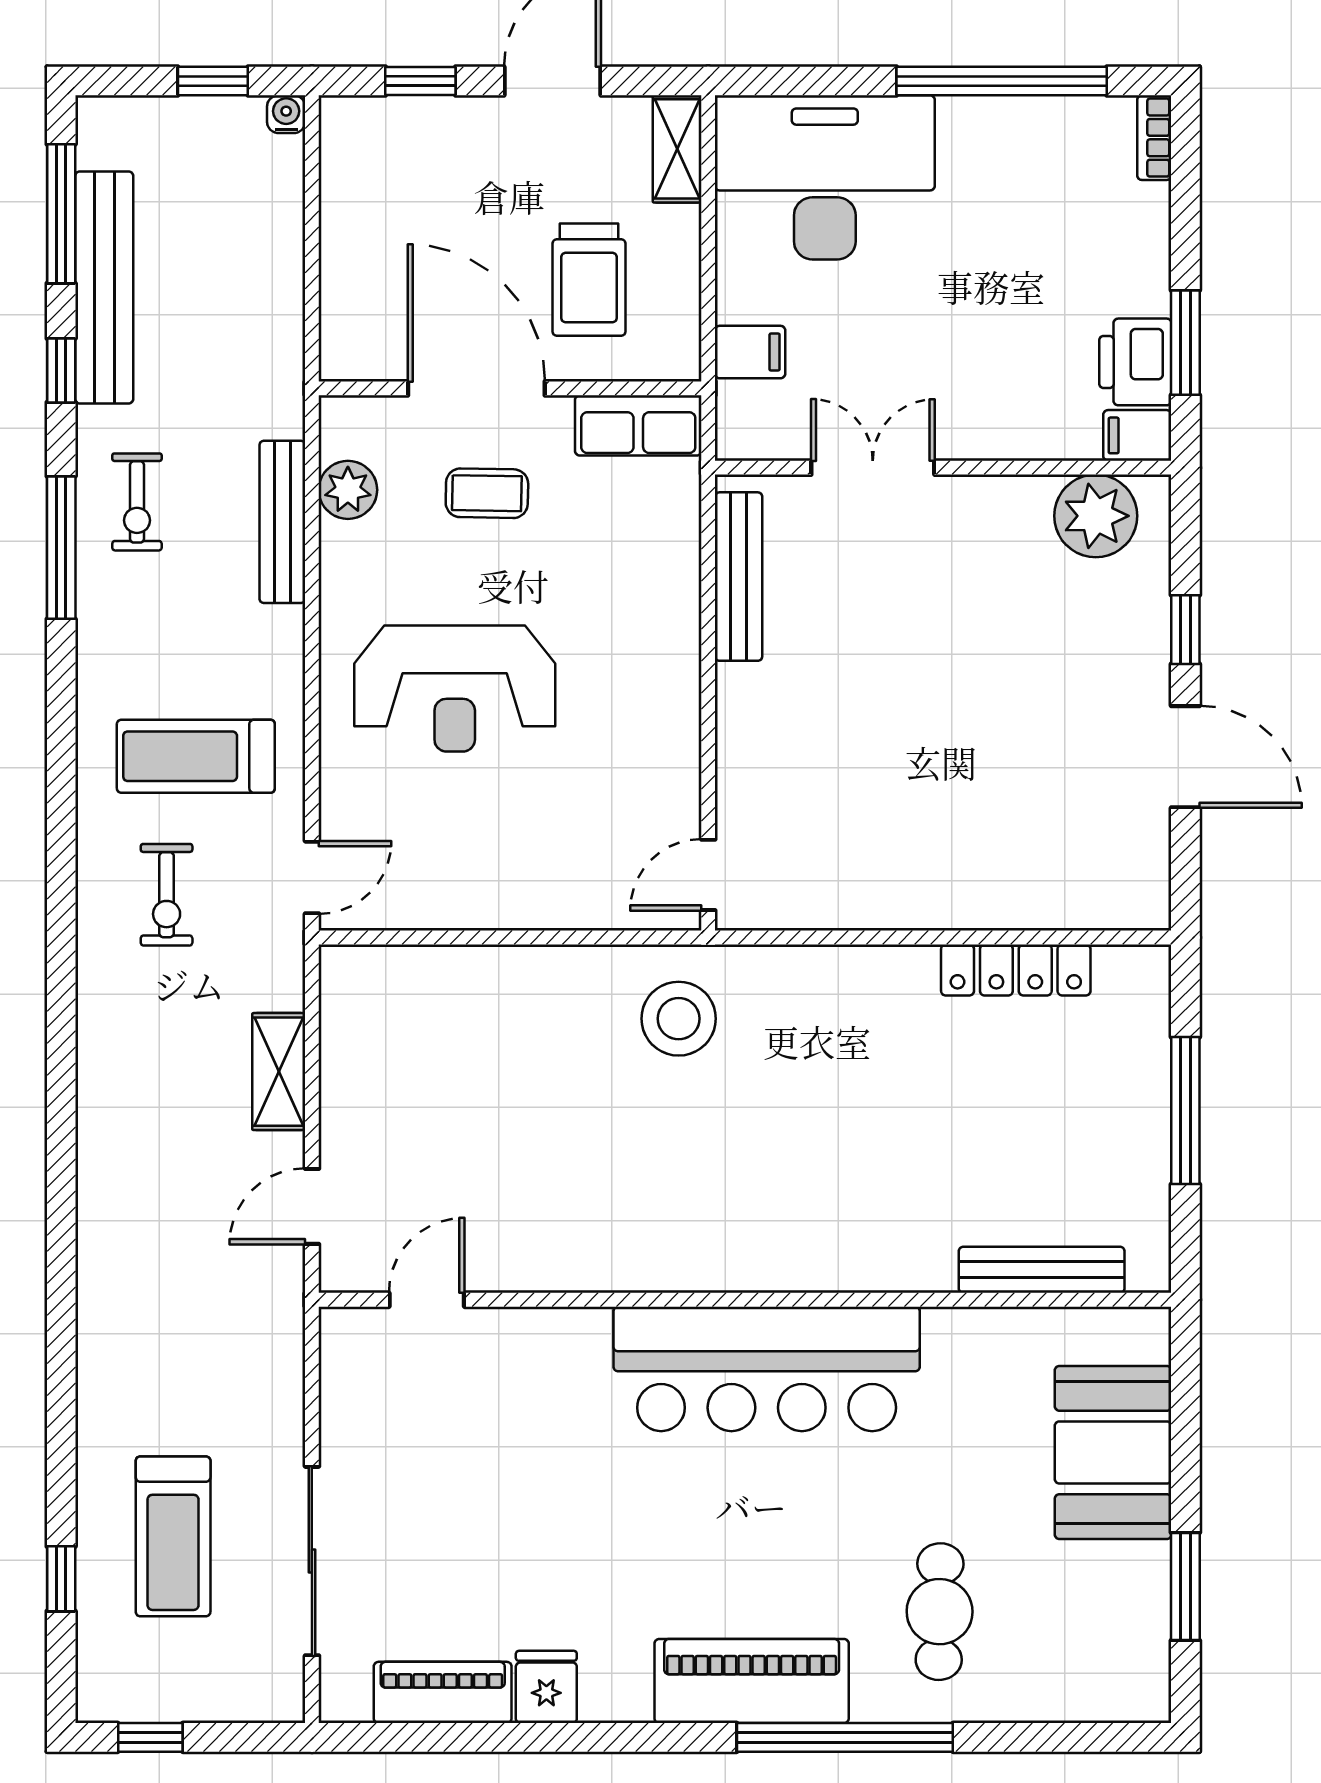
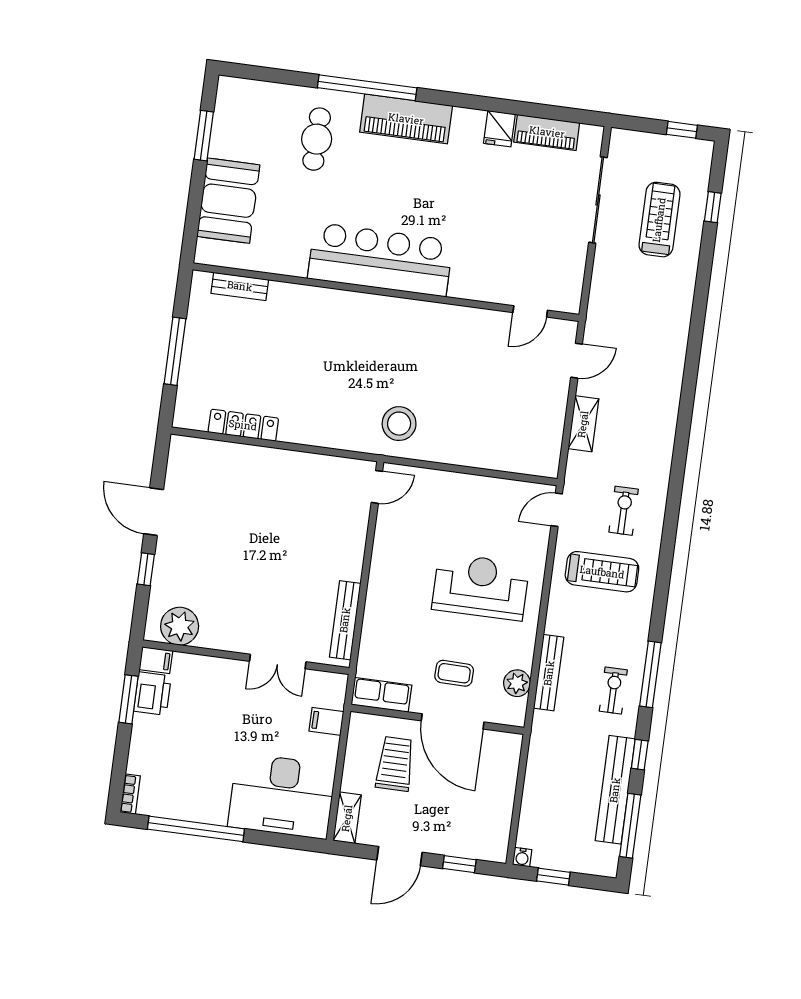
bench: (1042, 1270) -> (240, 286), width x0.73

